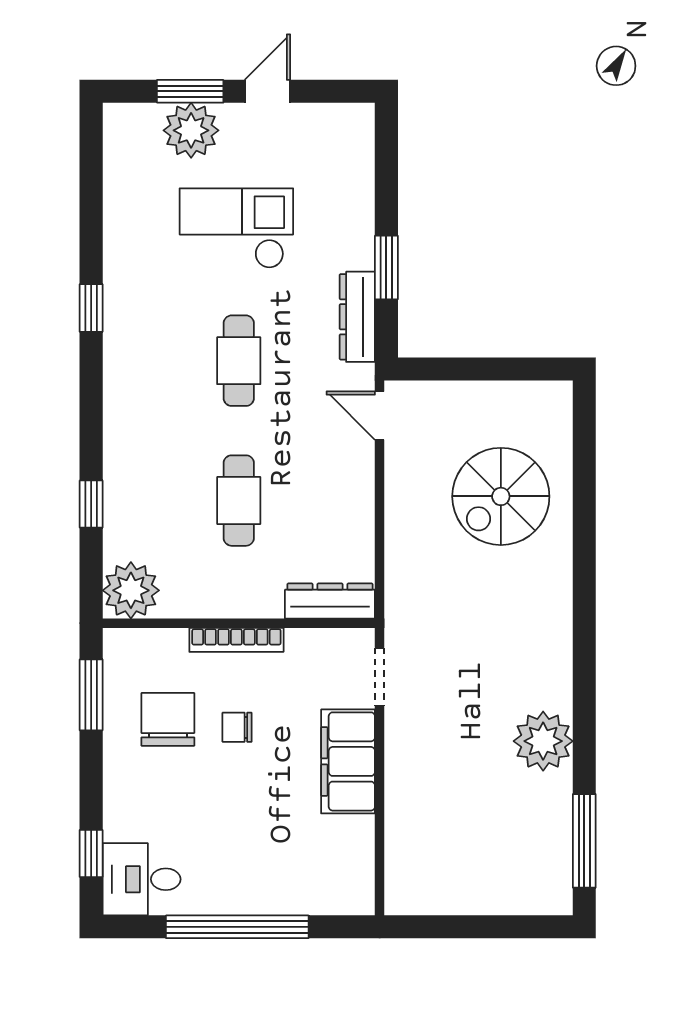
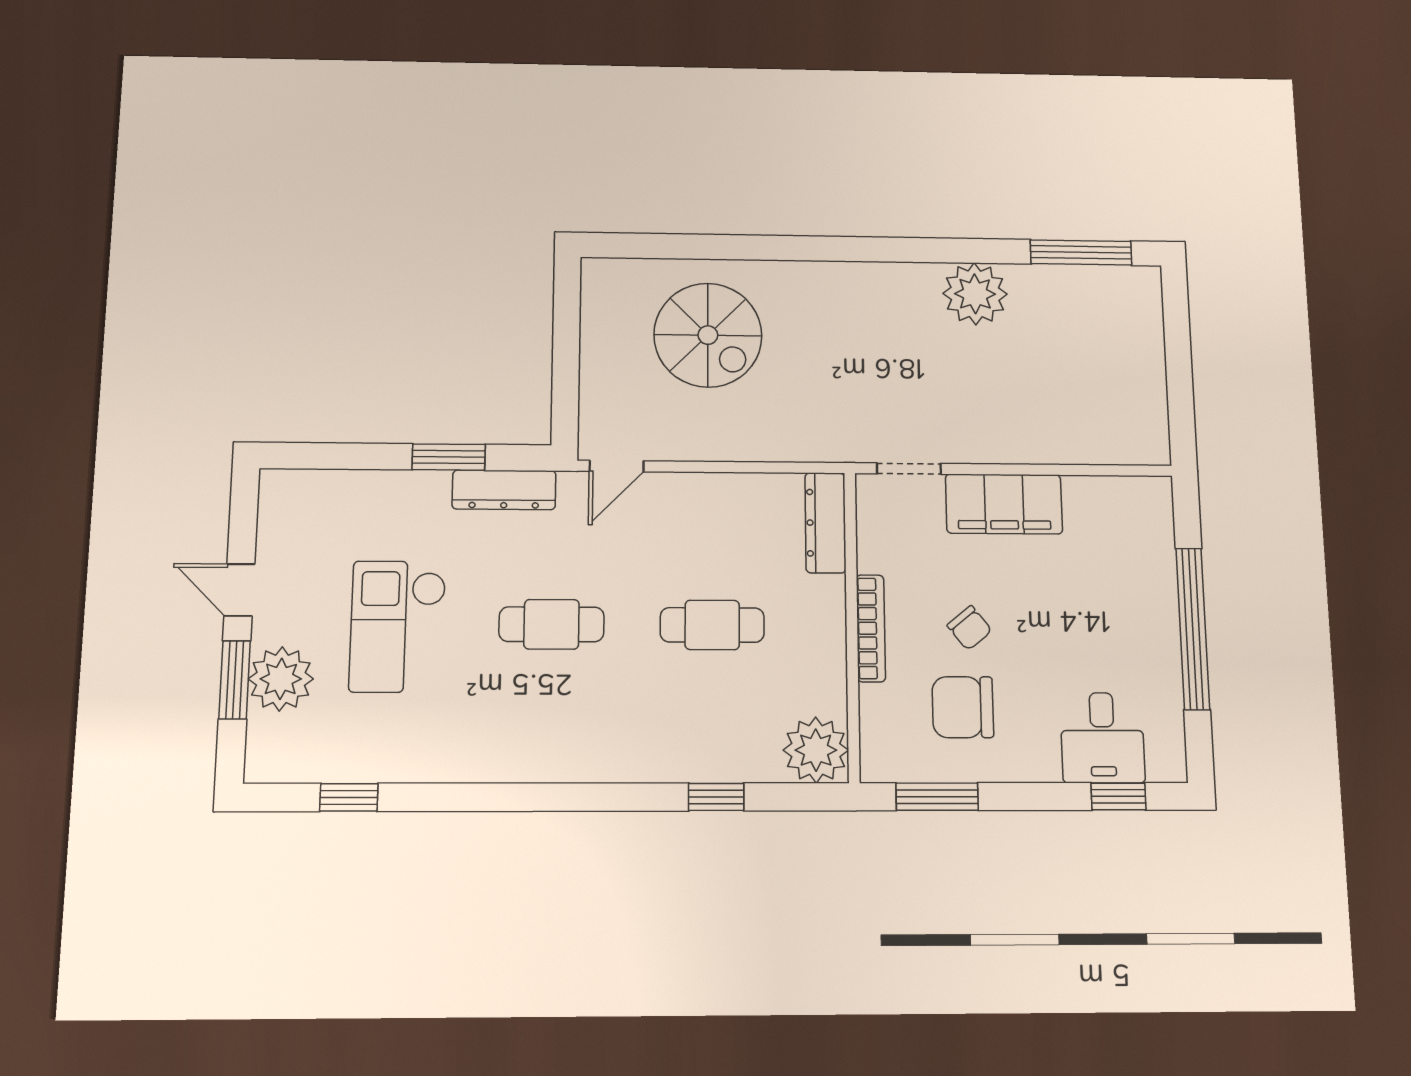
window: (91, 308) -> (349, 797), moved
chair: (237, 727) -> (970, 628), turned -39
desk: (142, 879) -> (1102, 738), moved

